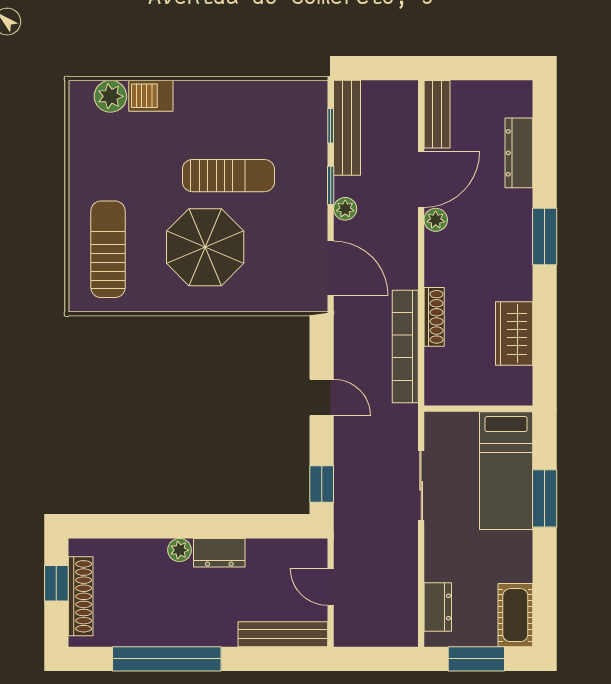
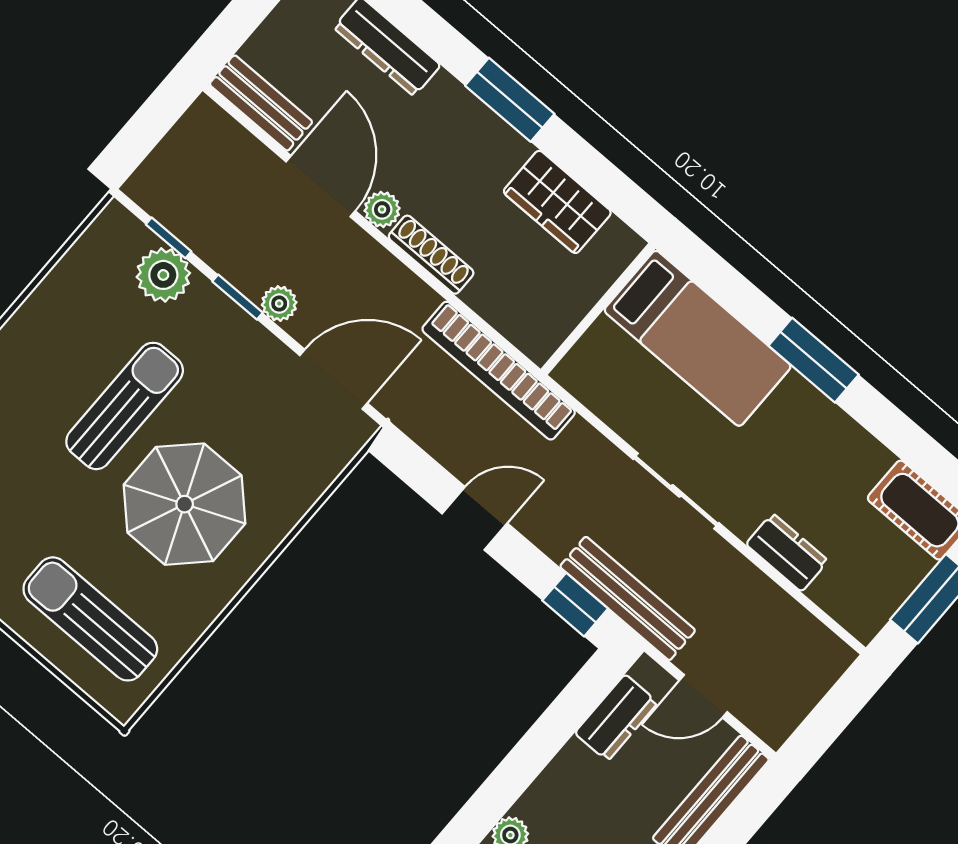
bench: (347, 128) -> (628, 598), moved
plant: (310, 139) -> (163, 275), added
shoe rack: (434, 317) -> (431, 255), moved
wardrobe: (514, 334) -> (557, 202), moved
wall: (478, 409) -> (598, 309), moved
bed: (506, 471) -> (698, 338), moved
dresser: (219, 553) -> (616, 718), moved
dresser: (438, 607) -> (787, 552), moved

